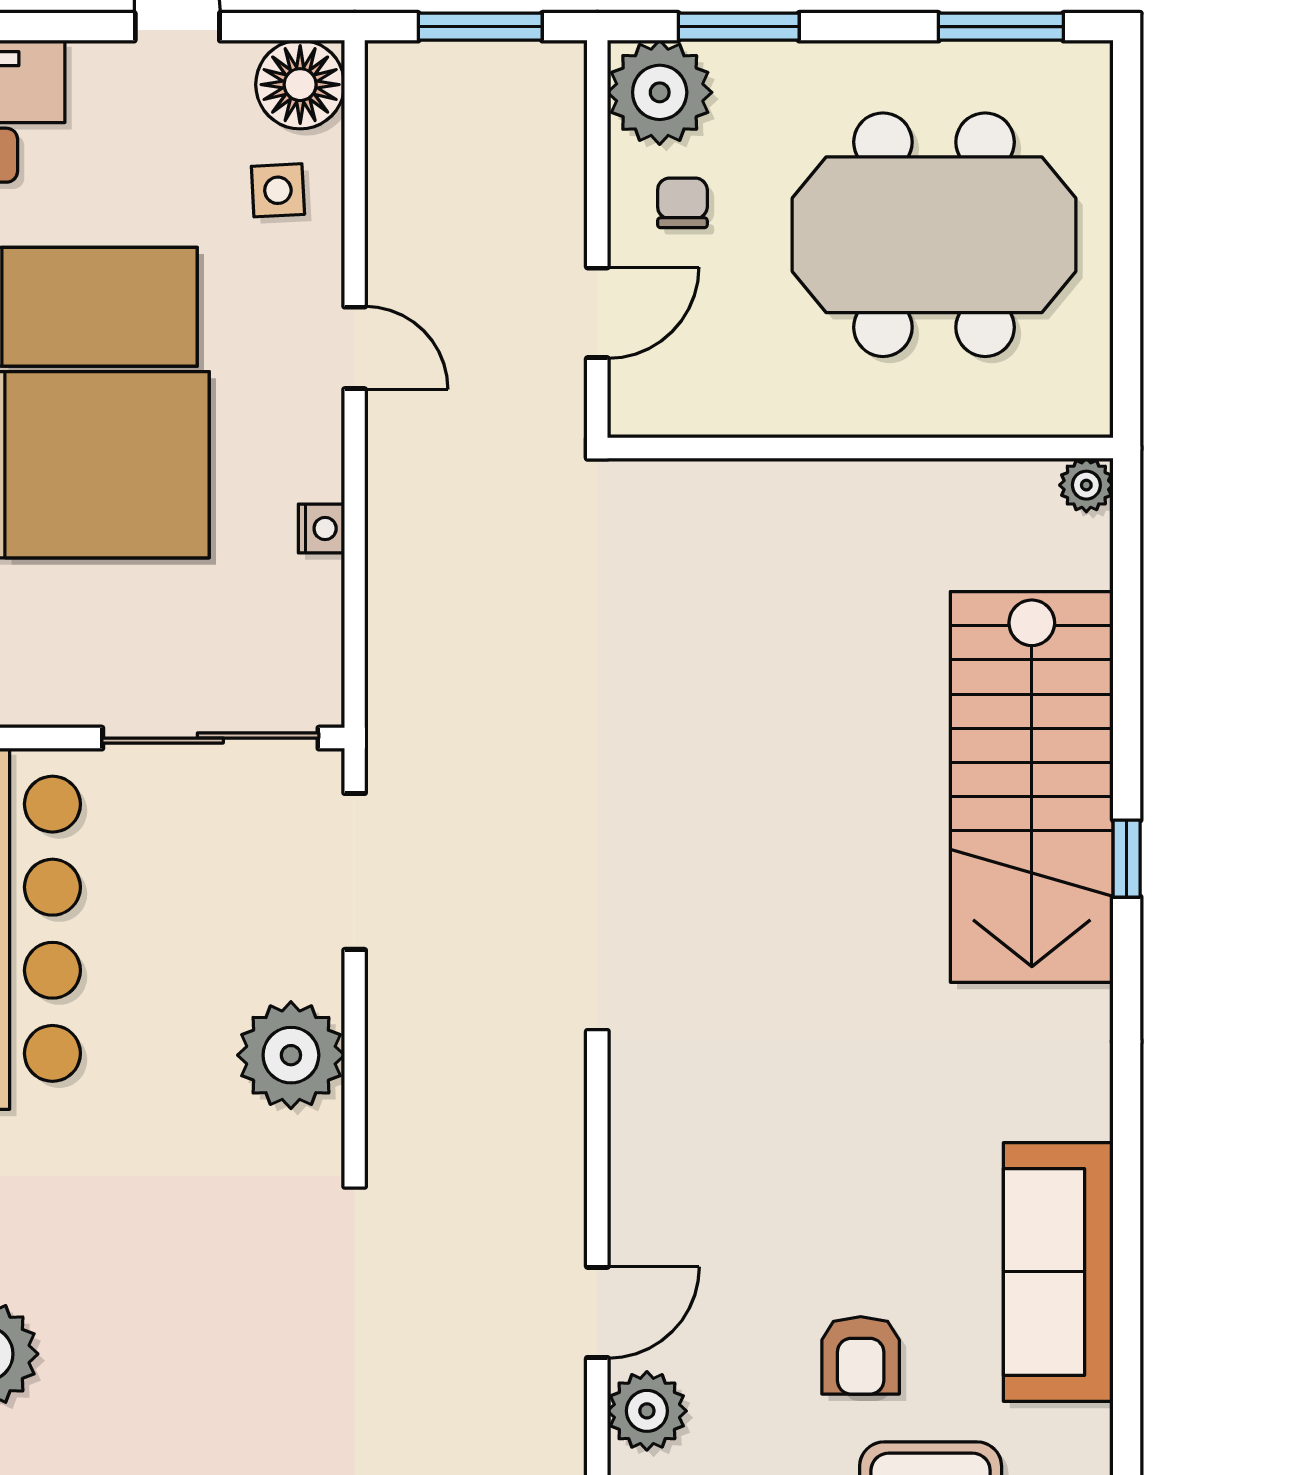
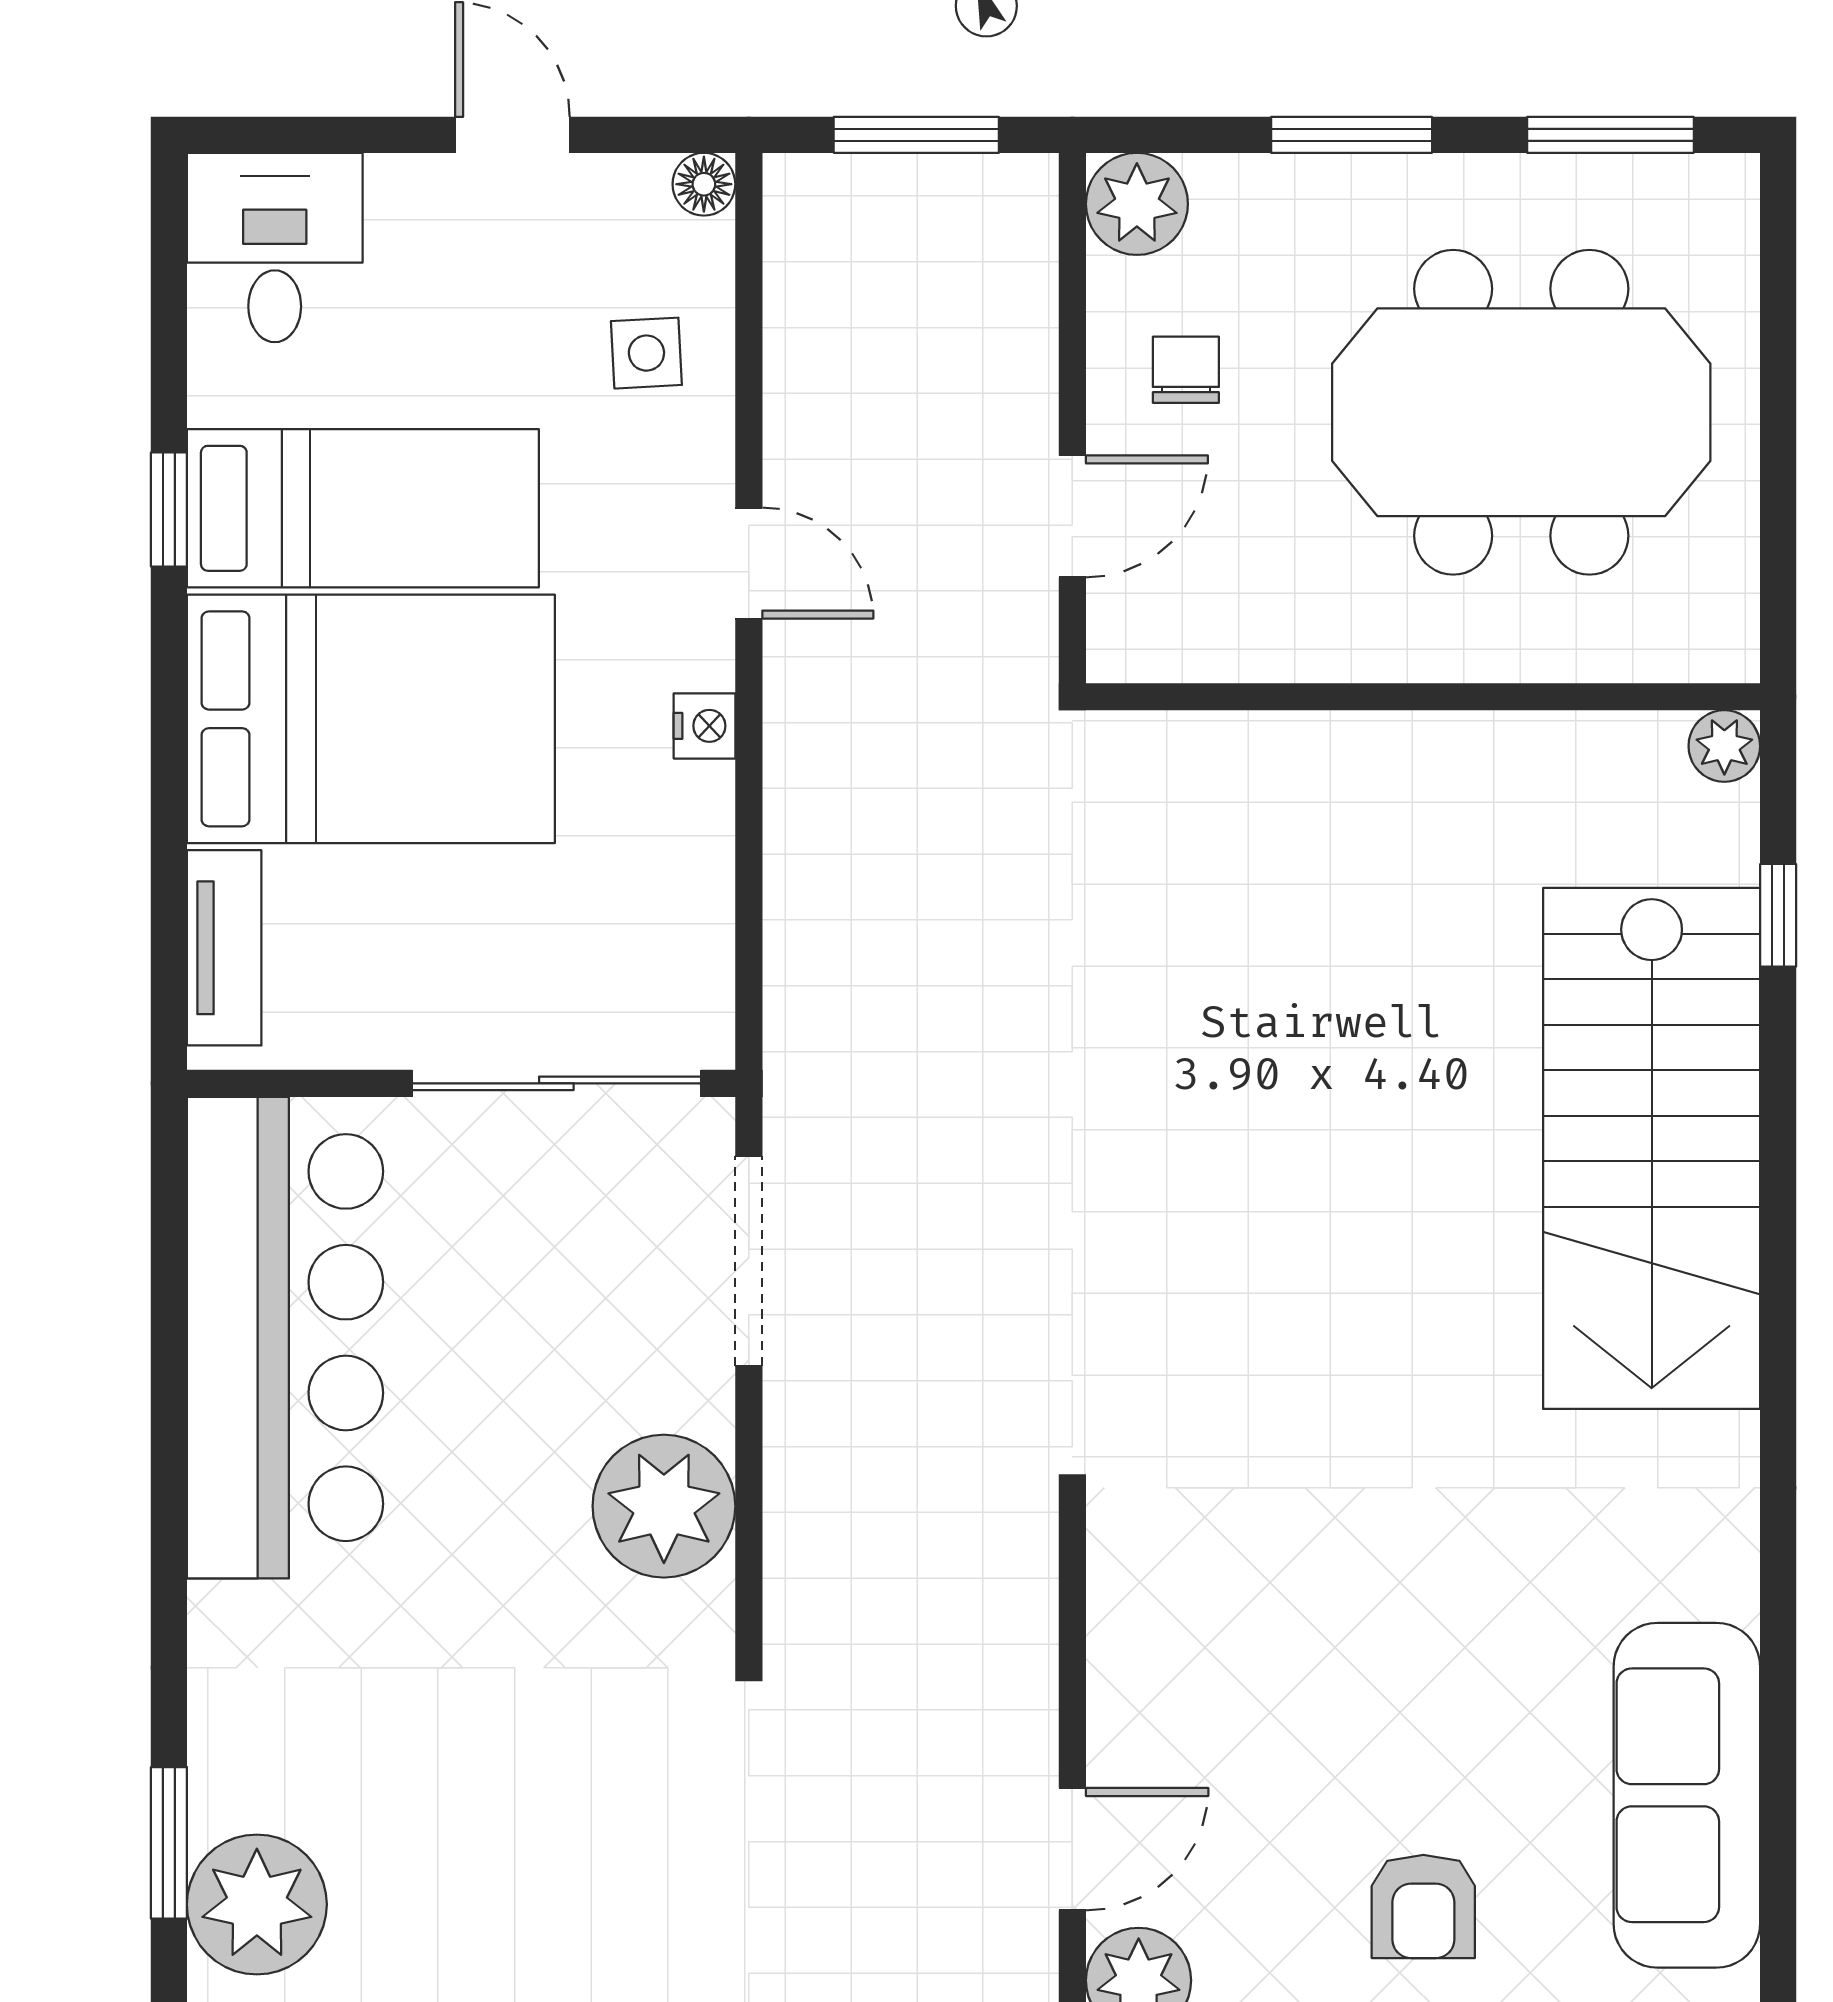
window: (739, 27) -> (1352, 135), moved
floor lamp: (300, 85) -> (704, 184), width x0.53, depth x0.53
plant: (660, 92) -> (1137, 204), width x0.73, depth x0.73
nightstand: (321, 529) -> (704, 726), moved
window: (1127, 859) -> (1778, 915), moved

